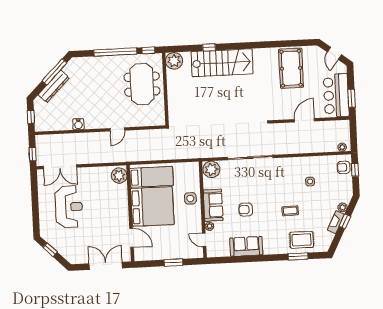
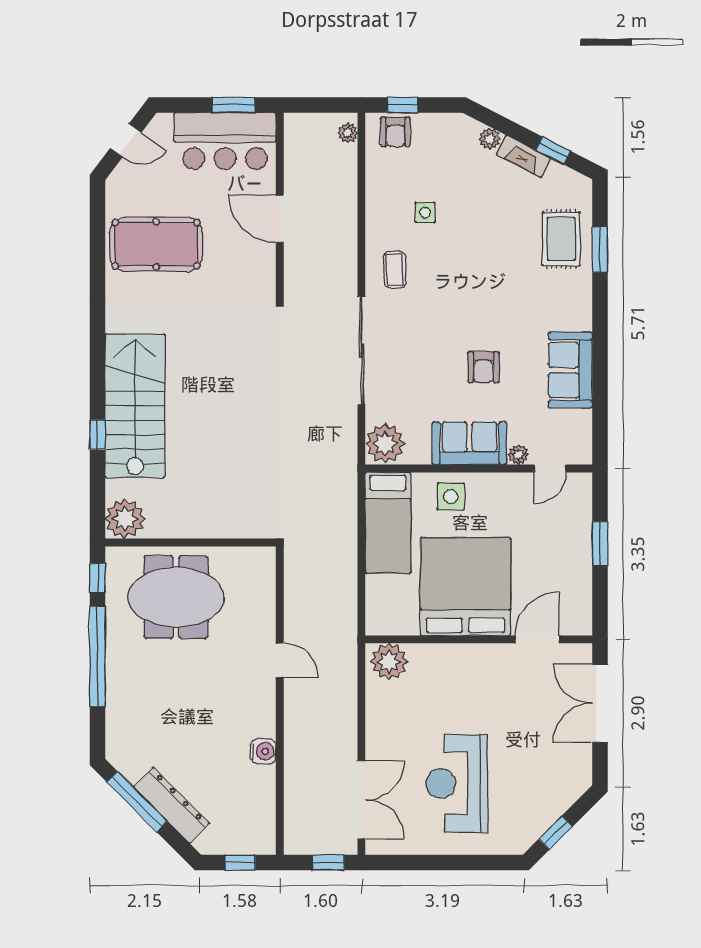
bed: (152, 177) -> (388, 523), moved, turned 180
reception desk: (69, 207) -> (457, 784), turned -90
coffee table: (290, 211) -> (395, 270), moved
window: (345, 221) -> (553, 151), moved

